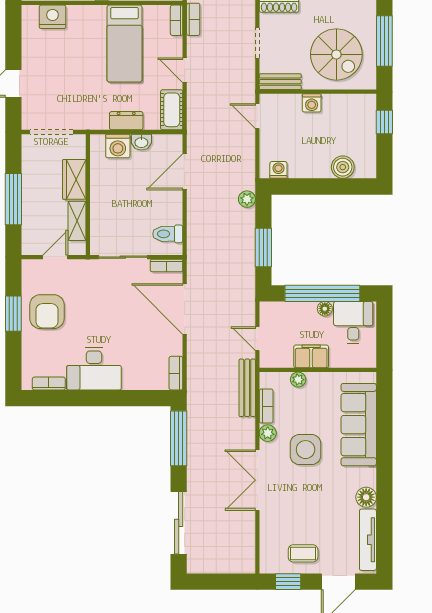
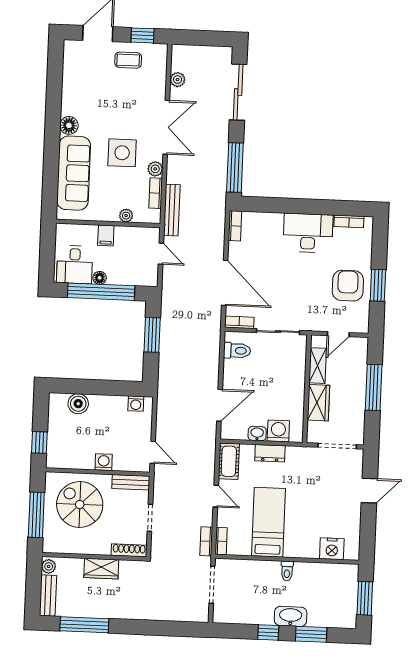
plant: (247, 199) -> (178, 80), moved
filing cabinet: (311, 356) -> (106, 235), width x0.50
floor lamp: (366, 497) -> (69, 125), moved
tv unit: (368, 540) -> (70, 70), removed

